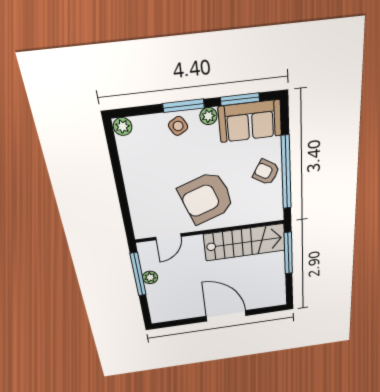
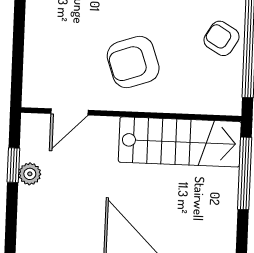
armchair: (206, 198) -> (133, 62), width x0.73, depth x0.73
window: (138, 274) -> (13, 165), width x0.46

